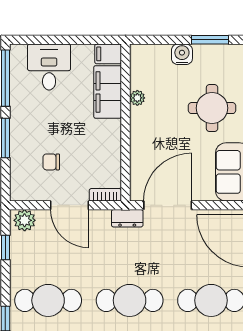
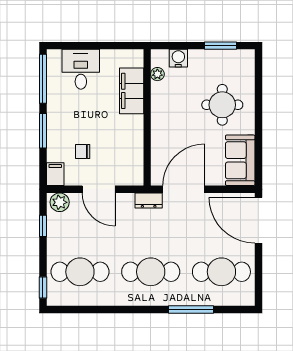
filing cabinet: (108, 54) -> (55, 174), moved, turned 90
water cooler: (182, 54) -> (178, 58), moved
plant: (137, 98) -> (157, 74), moved
bookcase: (105, 195) -> (130, 180), removed

